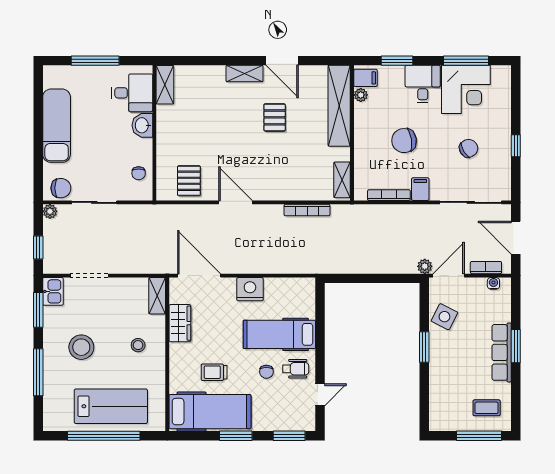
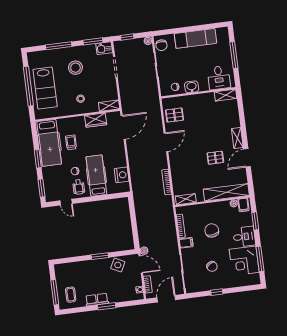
washbasin: (142, 125) -> (192, 87), moved
nightstand: (250, 289) -> (122, 175), moved
row of seats: (502, 352) -> (97, 300), width x0.68

